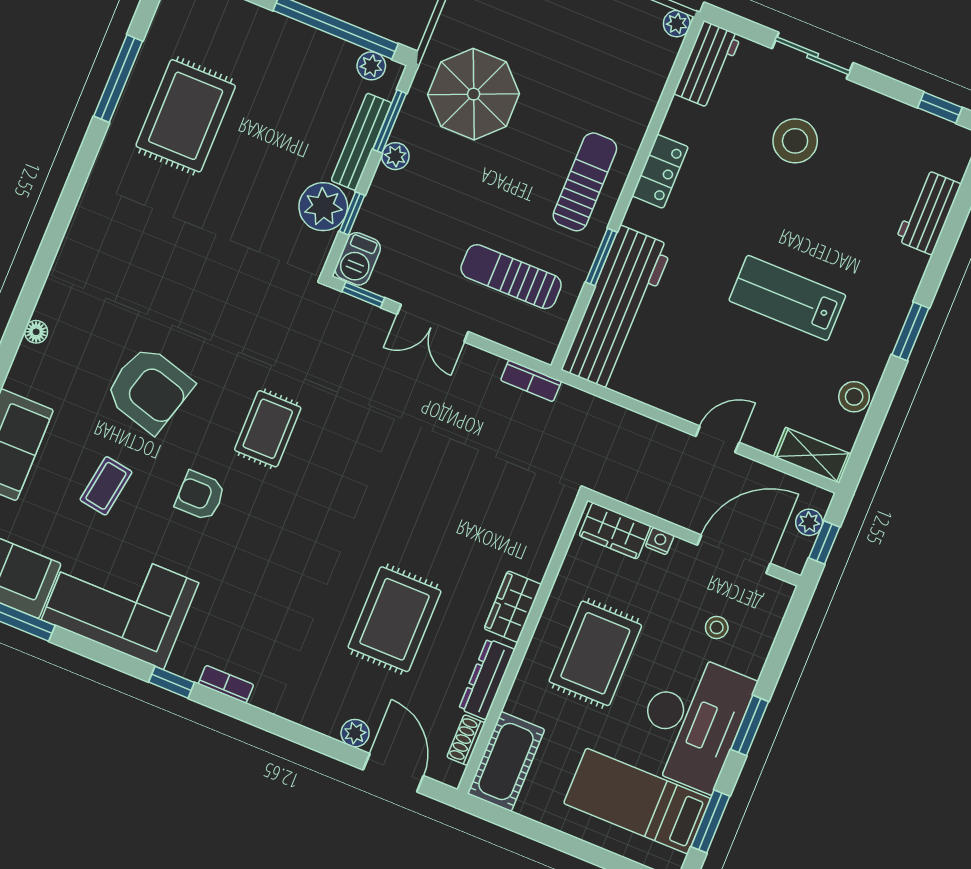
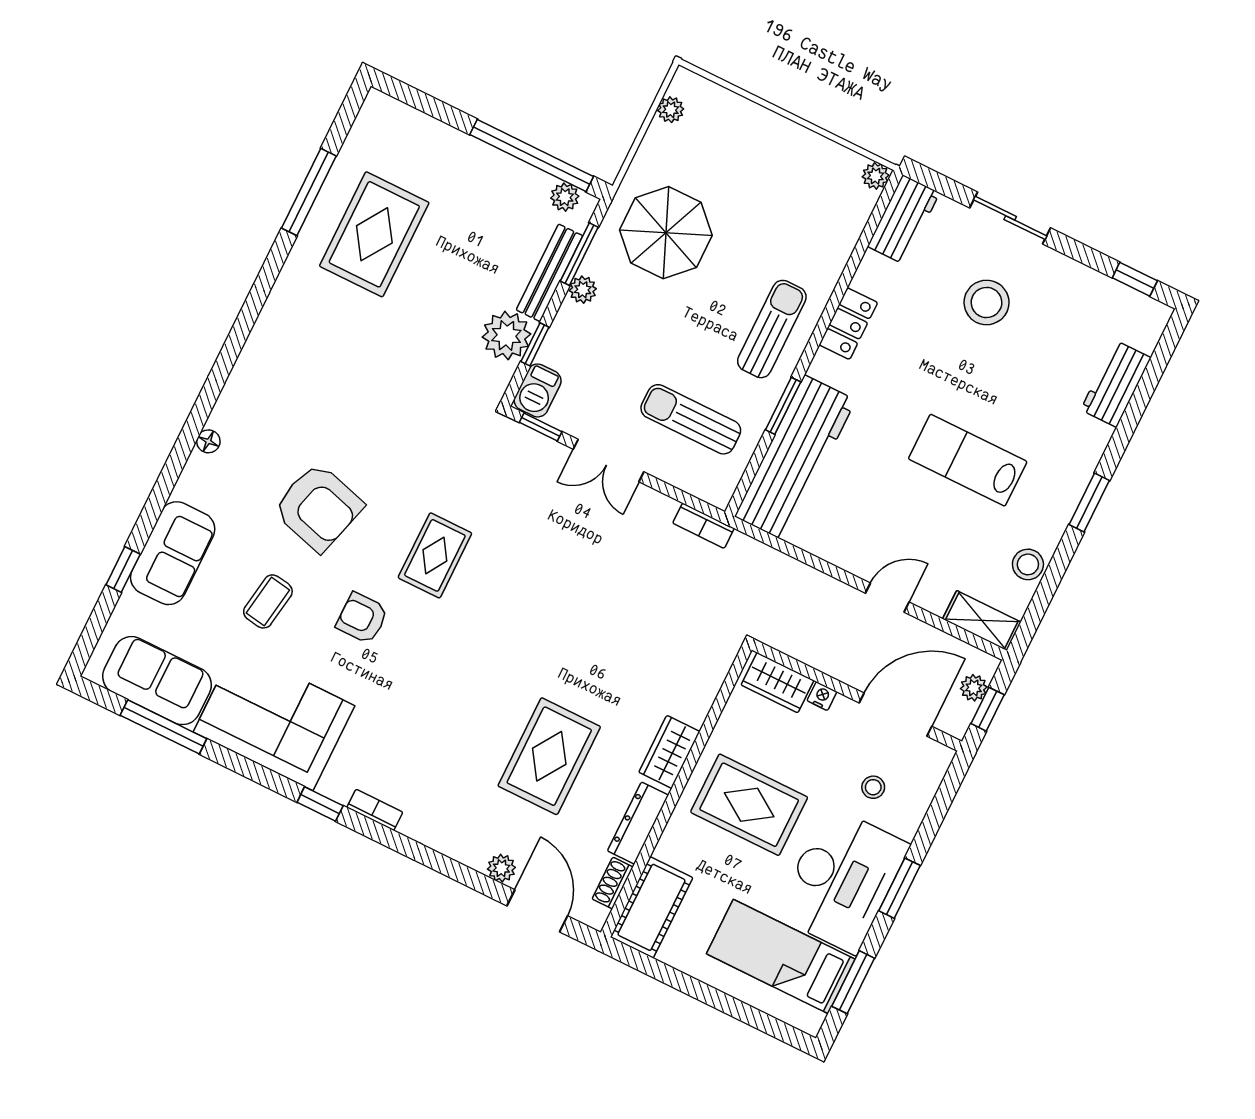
rug: (595, 653) -> (749, 805), turned 90

